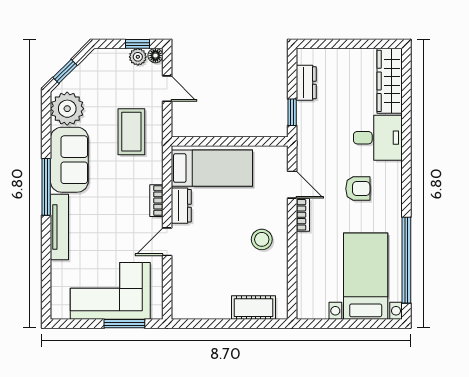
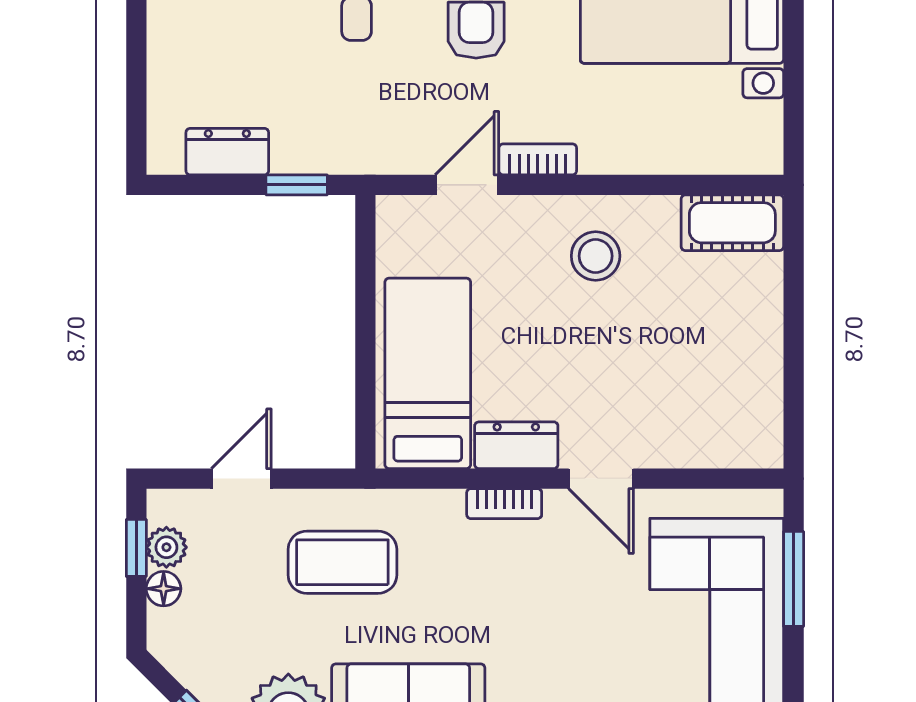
floor lamp: (155, 56) -> (164, 589), moved
cot: (254, 308) -> (732, 223), moved, turned 90

